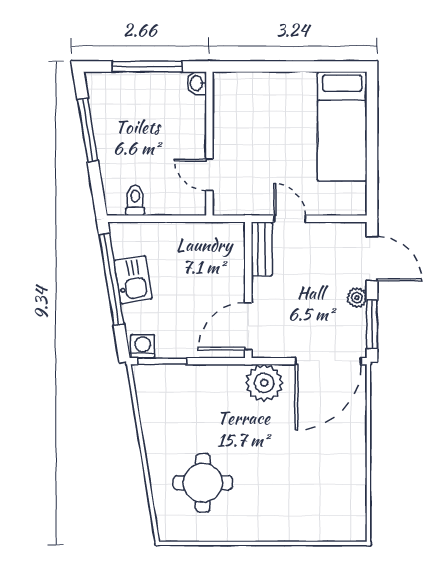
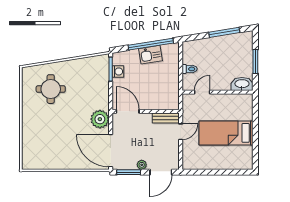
window: (147, 66) -> (255, 62), width x0.69
washbasin: (197, 83) -> (242, 84), width x1.91, depth x1.45
bed: (342, 126) -> (226, 133), moved
toilet: (135, 200) -> (190, 69), moved
washing machine: (143, 346) -> (118, 71), moved

